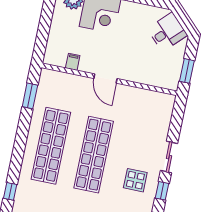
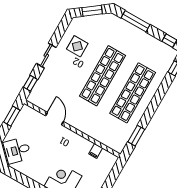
door: (105, 79) -> (55, 119), moved
window: (162, 191) -> (30, 83), moved

